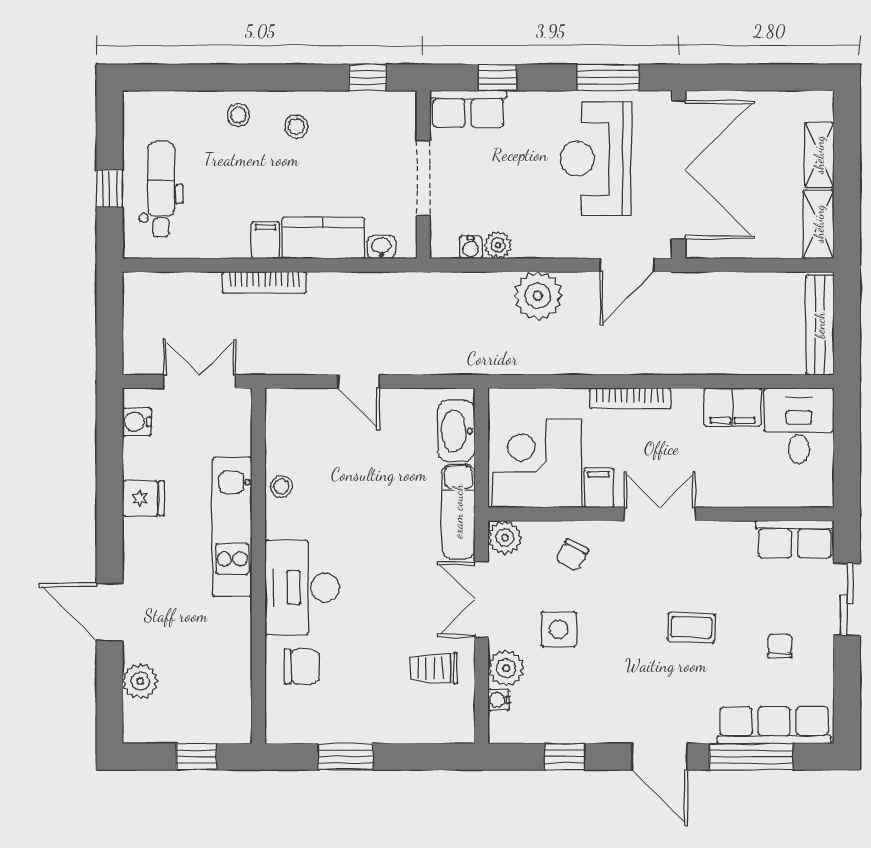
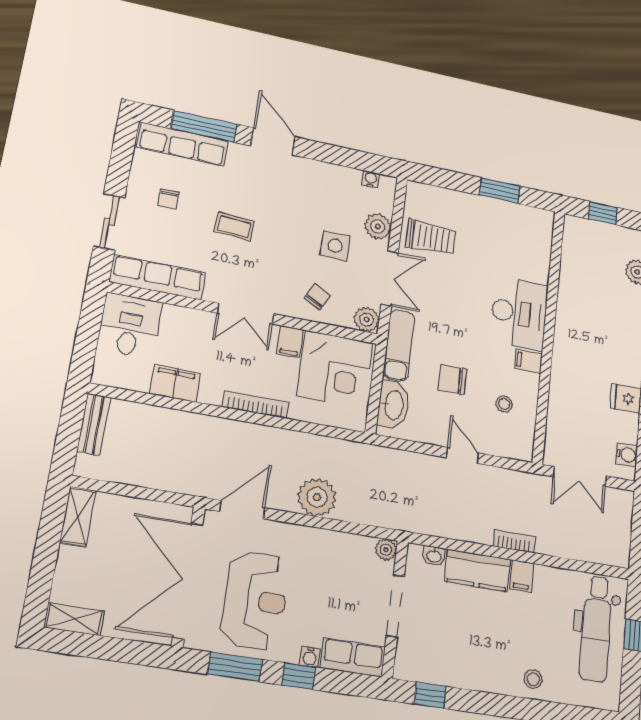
window: (498, 78) -> (299, 676), moved
stool: (296, 127) -> (490, 663), removed
shelving: (819, 155) -> (74, 619), moved, turned 90
dental chair: (161, 189) -> (596, 629), width x1.36, depth x1.38
plant: (498, 245) -> (386, 550), moved
water cooler: (471, 247) -> (310, 657), moved, turned 180
bookcase: (264, 282) -> (514, 541), width x0.64
bench: (820, 325) -> (94, 424), width x0.73
desk: (799, 426) -> (130, 326), moved, turned 180
stool: (281, 487) -> (504, 404), moved
filing cabinet: (283, 524) -> (528, 361), added
kitchen unit: (232, 527) -> (565, 366), removed
row of seats: (795, 539) -> (158, 277), width x1.48
chair: (301, 667) -> (453, 380), moved
trolley: (434, 668) -> (430, 238), width x1.36, depth x1.39
water cooler: (499, 700) -> (371, 179), moved, turned -90
window: (565, 757) -> (343, 157), removed

